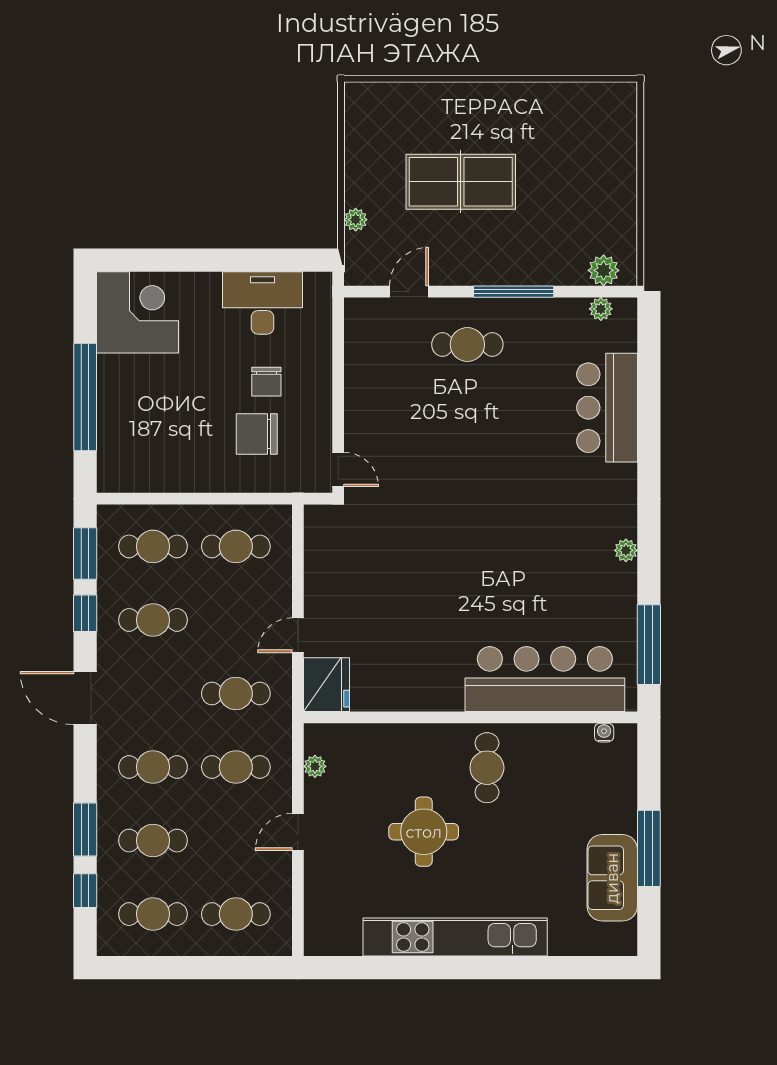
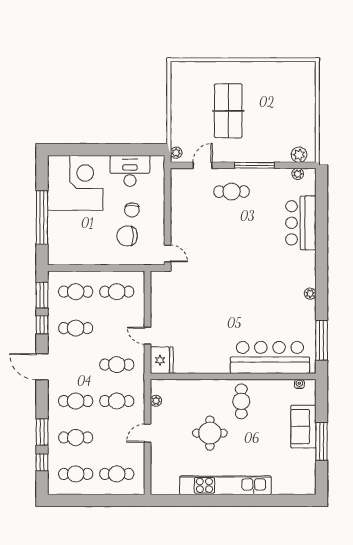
table tennis table: (461, 182) -> (228, 111), turned 90
plant: (356, 220) -> (176, 153), moved
corner desk: (137, 312) -> (75, 183), width x1.36, depth x1.36
door: (298, 635) -> (148, 336), hinge flipped
sofa: (612, 878) -> (303, 427), moved

